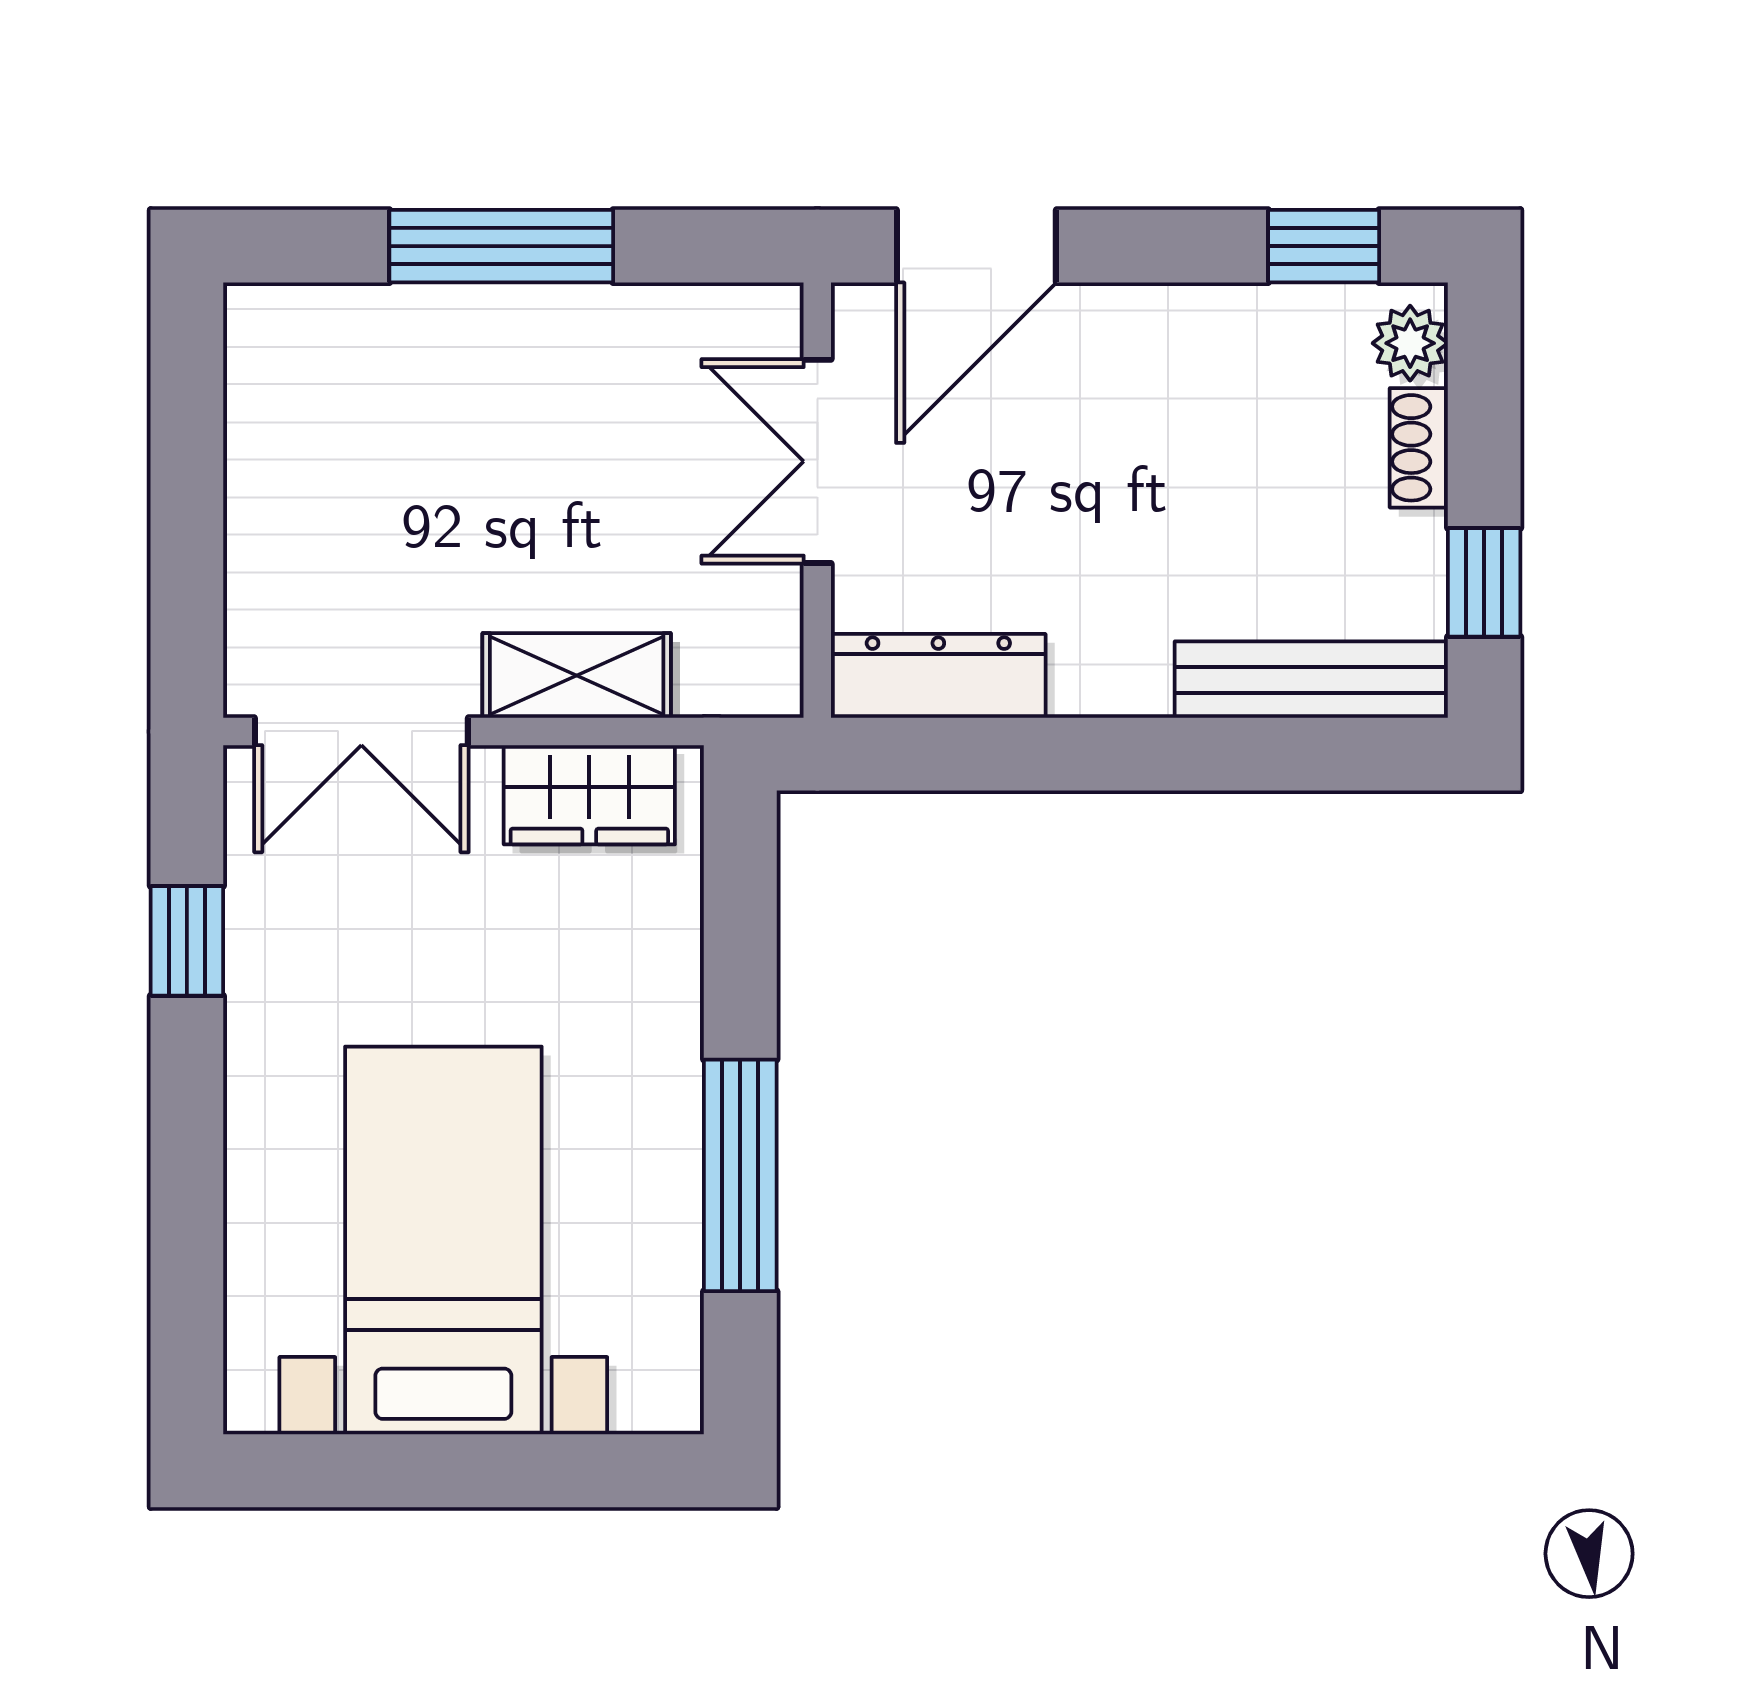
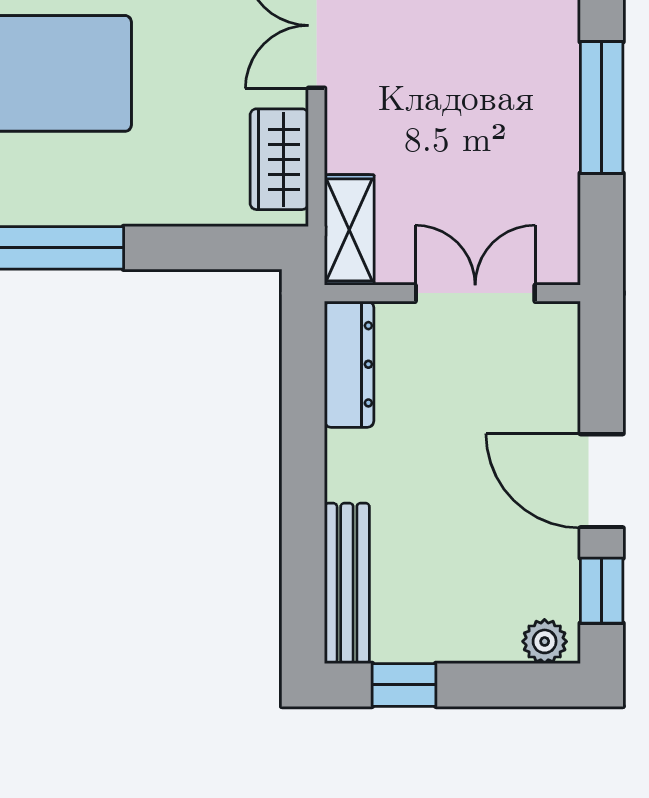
door: (976, 246) -> (602, 481), moved
shoe rack: (1419, 448) -> (483, 647), removed
shelving: (577, 675) -> (349, 230), moved

